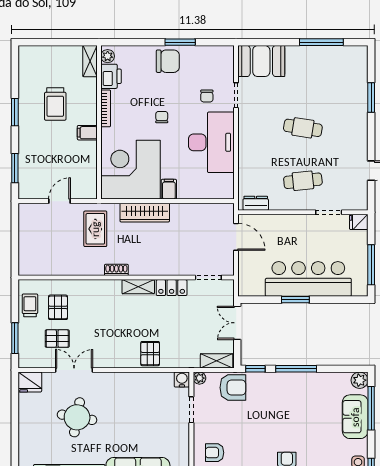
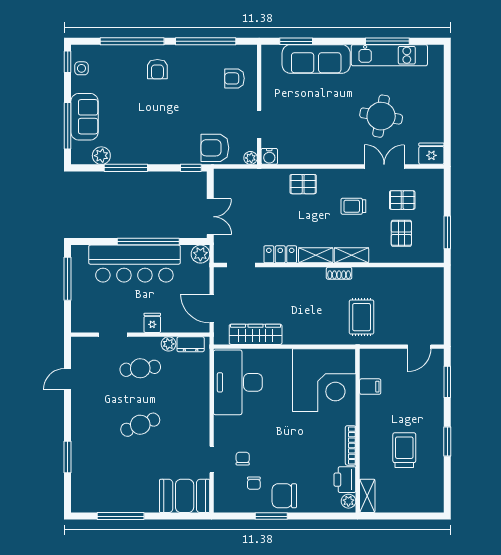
chair: (162, 117) -> (254, 483), moved
cafe table: (303, 128) -> (140, 425), turned -30
filing cabinet: (87, 133) -> (370, 387), moved
desk: (211, 142) -> (238, 382), moved
filing cabinet: (169, 189) -> (283, 359), removed
door: (60, 201) -> (419, 347), moved
plant: (276, 204) -> (169, 344), added
wardrobe: (145, 213) -> (256, 334), moved
fridge: (359, 222) -> (152, 323), moved, turned -90
plant: (246, 288) -> (200, 254), added
window: (295, 300) -> (148, 242), width x2.11
trolley: (30, 305) -> (353, 206), moved, turned 90
window: (15, 338) -> (447, 232), moved
pallet: (150, 354) -> (303, 184), turned 90
shelving: (217, 361) -> (351, 255), moved
window: (296, 369) -> (126, 168), moved
double door: (74, 370) -> (384, 167), swing flipped
plant: (360, 380) -> (101, 156), moved
armchair: (215, 453) -> (234, 78), turned 180

